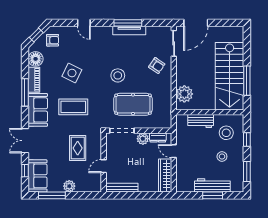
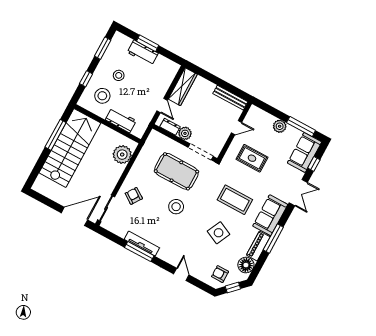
rug: (78, 148) -> (252, 158), turned 90
workbench: (212, 185) -> (143, 53), width x0.73

